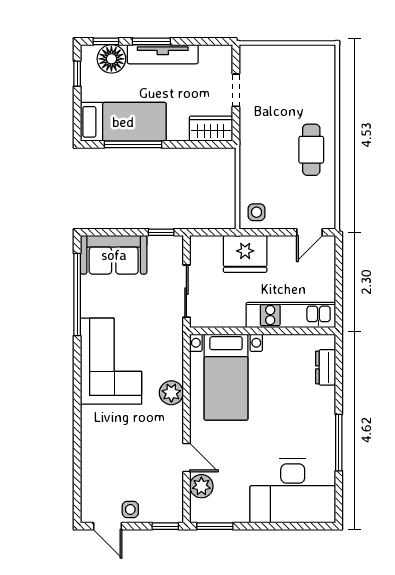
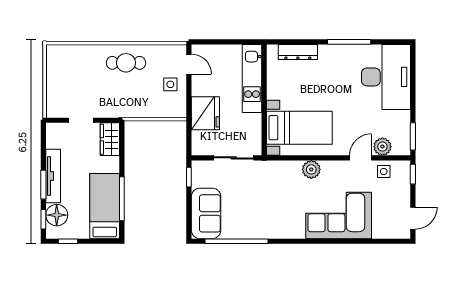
side table: (256, 212) -> (170, 84), moved
corner sofa: (111, 361) -> (339, 215), moved
dresser: (326, 367) -> (298, 52), width x1.44
side table: (130, 509) -> (384, 172), moved

